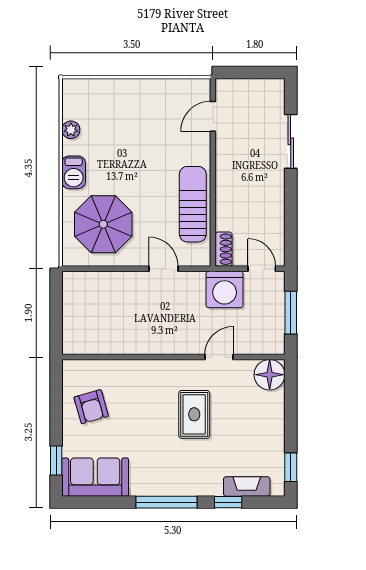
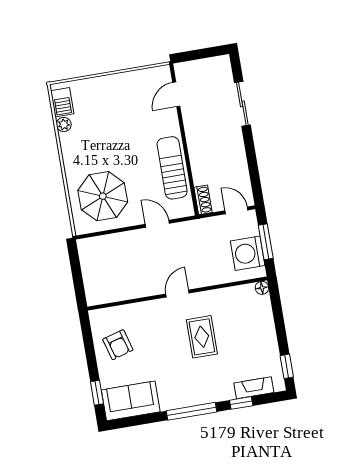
barbecue: (74, 172) -> (62, 102), moved
washing machine: (225, 289) -> (248, 253), moved, turned 90
door: (219, 357) -> (177, 293), moved
floor lamp: (270, 375) -> (262, 288), width x0.53, depth x0.53

